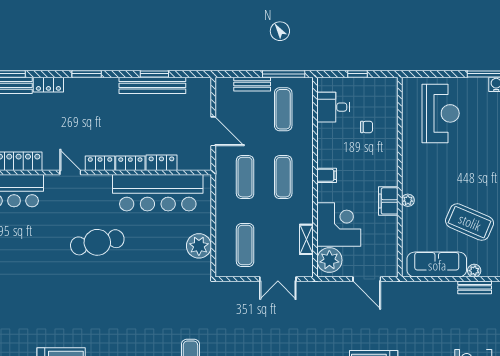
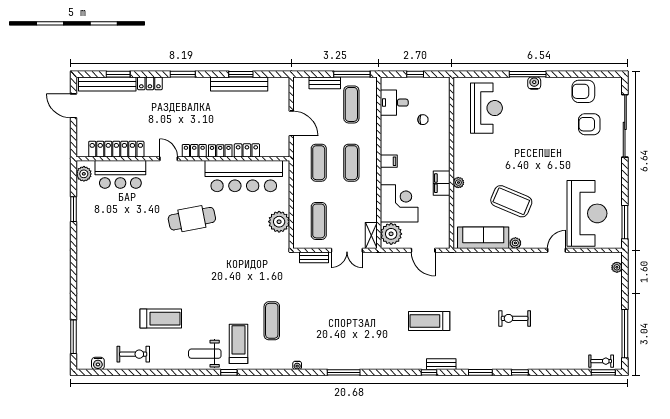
shelving: (306, 239) -> (371, 236), moved
bench: (475, 287) -> (314, 257), moved

